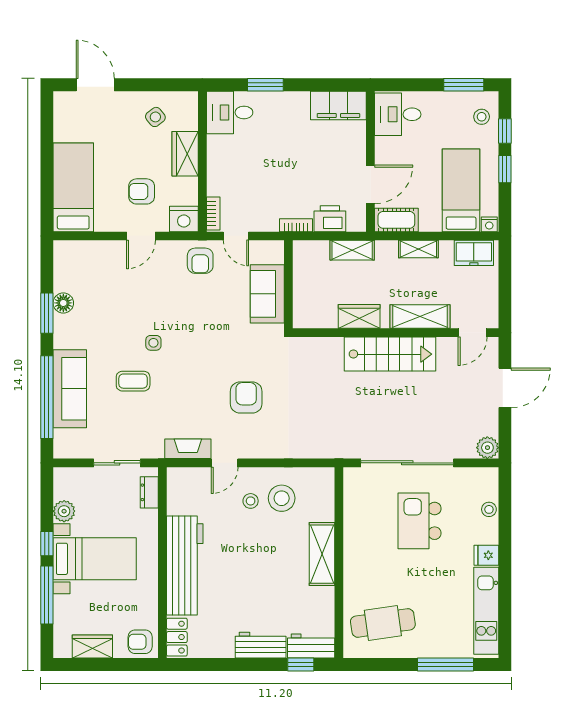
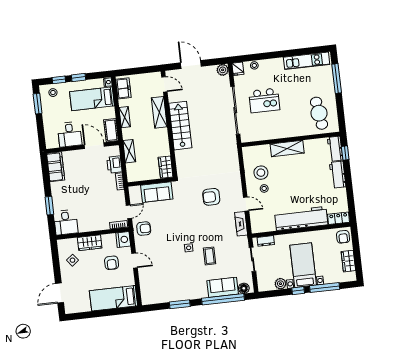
desk: (398, 114) -> (70, 134), moved
floor lamp: (63, 303) -> (244, 288), moved
wardrobe: (359, 316) -> (166, 167), moved
sofa: (70, 389) -> (223, 287), width x0.73
fridge: (486, 555) -> (238, 69), moved

